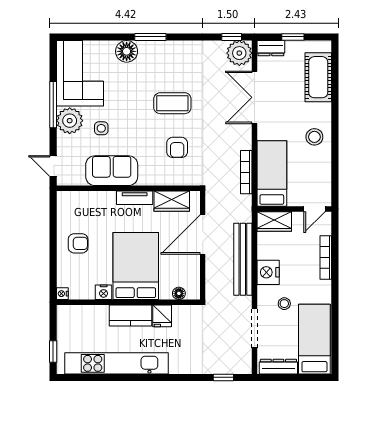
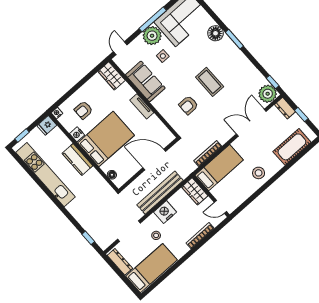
wardrobe: (172, 201) -> (112, 76), moved
armchair: (78, 243) -> (83, 110), moved, turned 90
fridge: (162, 316) -> (47, 125), moved

